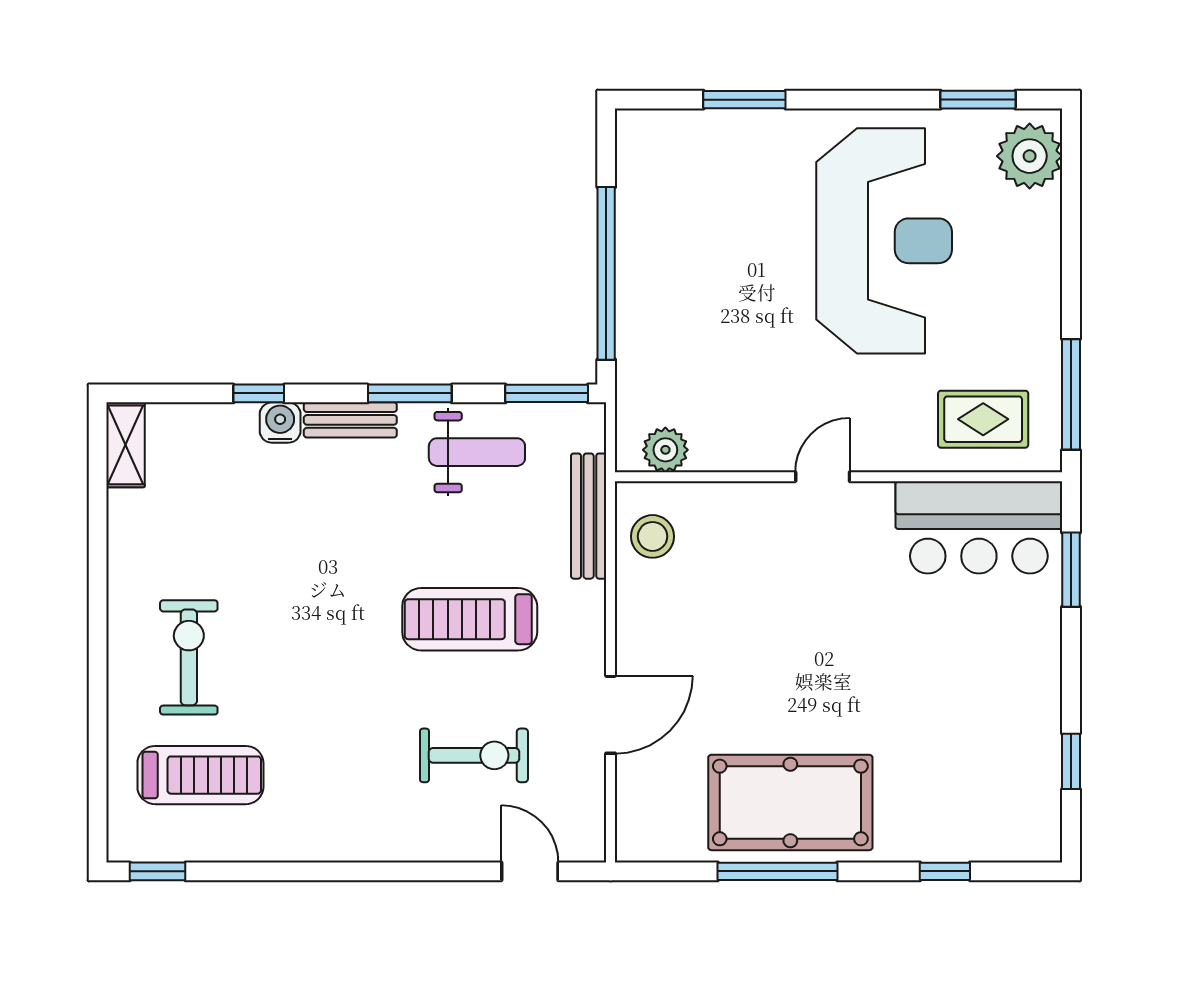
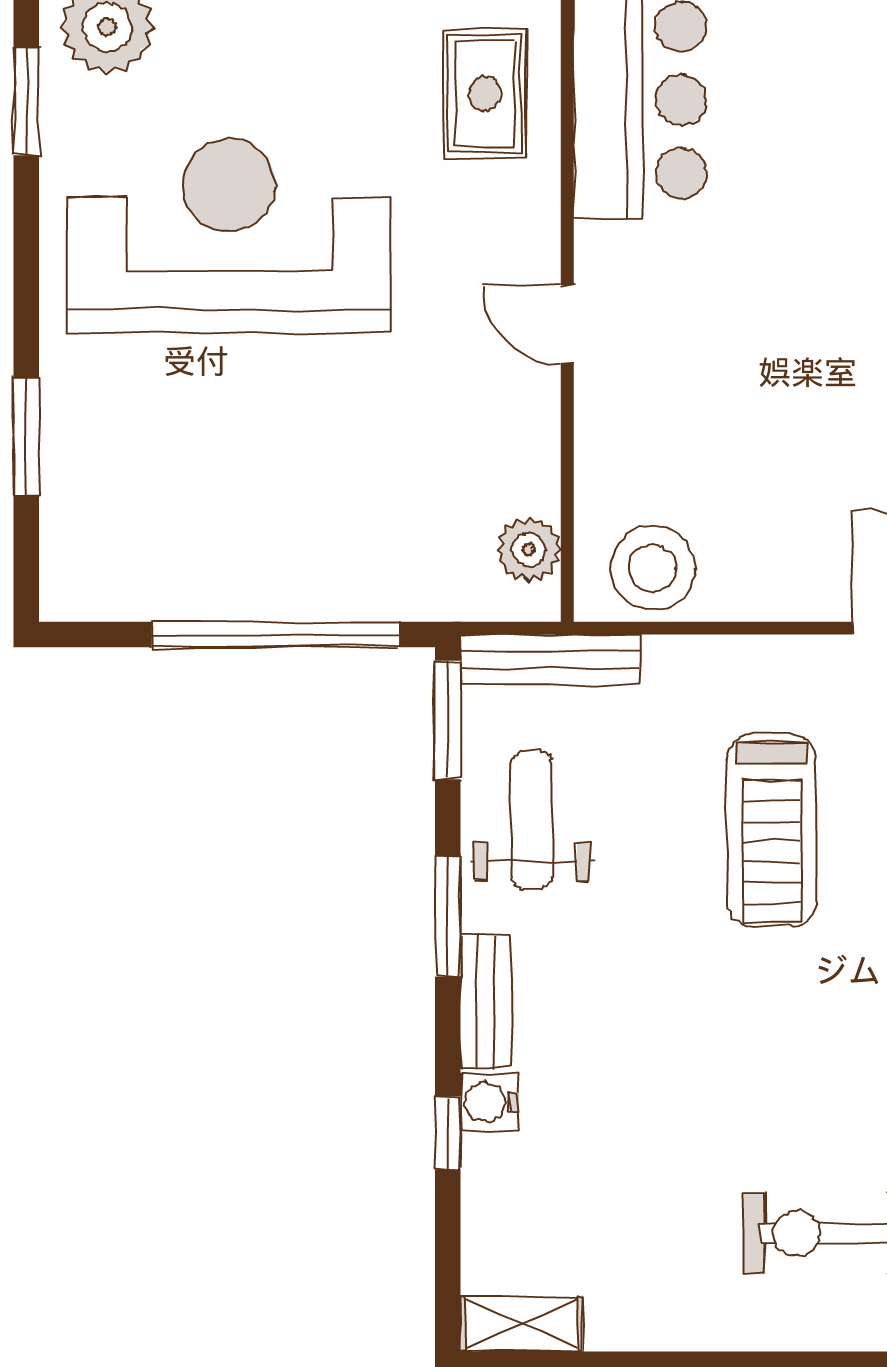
bench: (589, 516) -> (550, 660), moved
stool: (653, 536) -> (653, 568), width x1.38, depth x1.38

